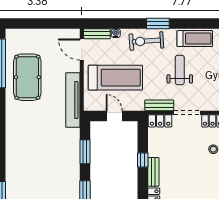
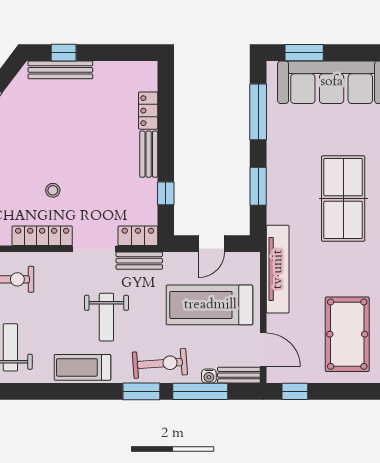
window: (62, 24) -> (295, 391), added
window: (121, 24) -> (200, 391), added
pool table: (27, 77) -> (347, 334), moved
door: (114, 116) -> (211, 244), hinge flipped
table tennis table: (32, 144) -> (343, 199), added
window: (143, 160) -> (166, 193), moved

